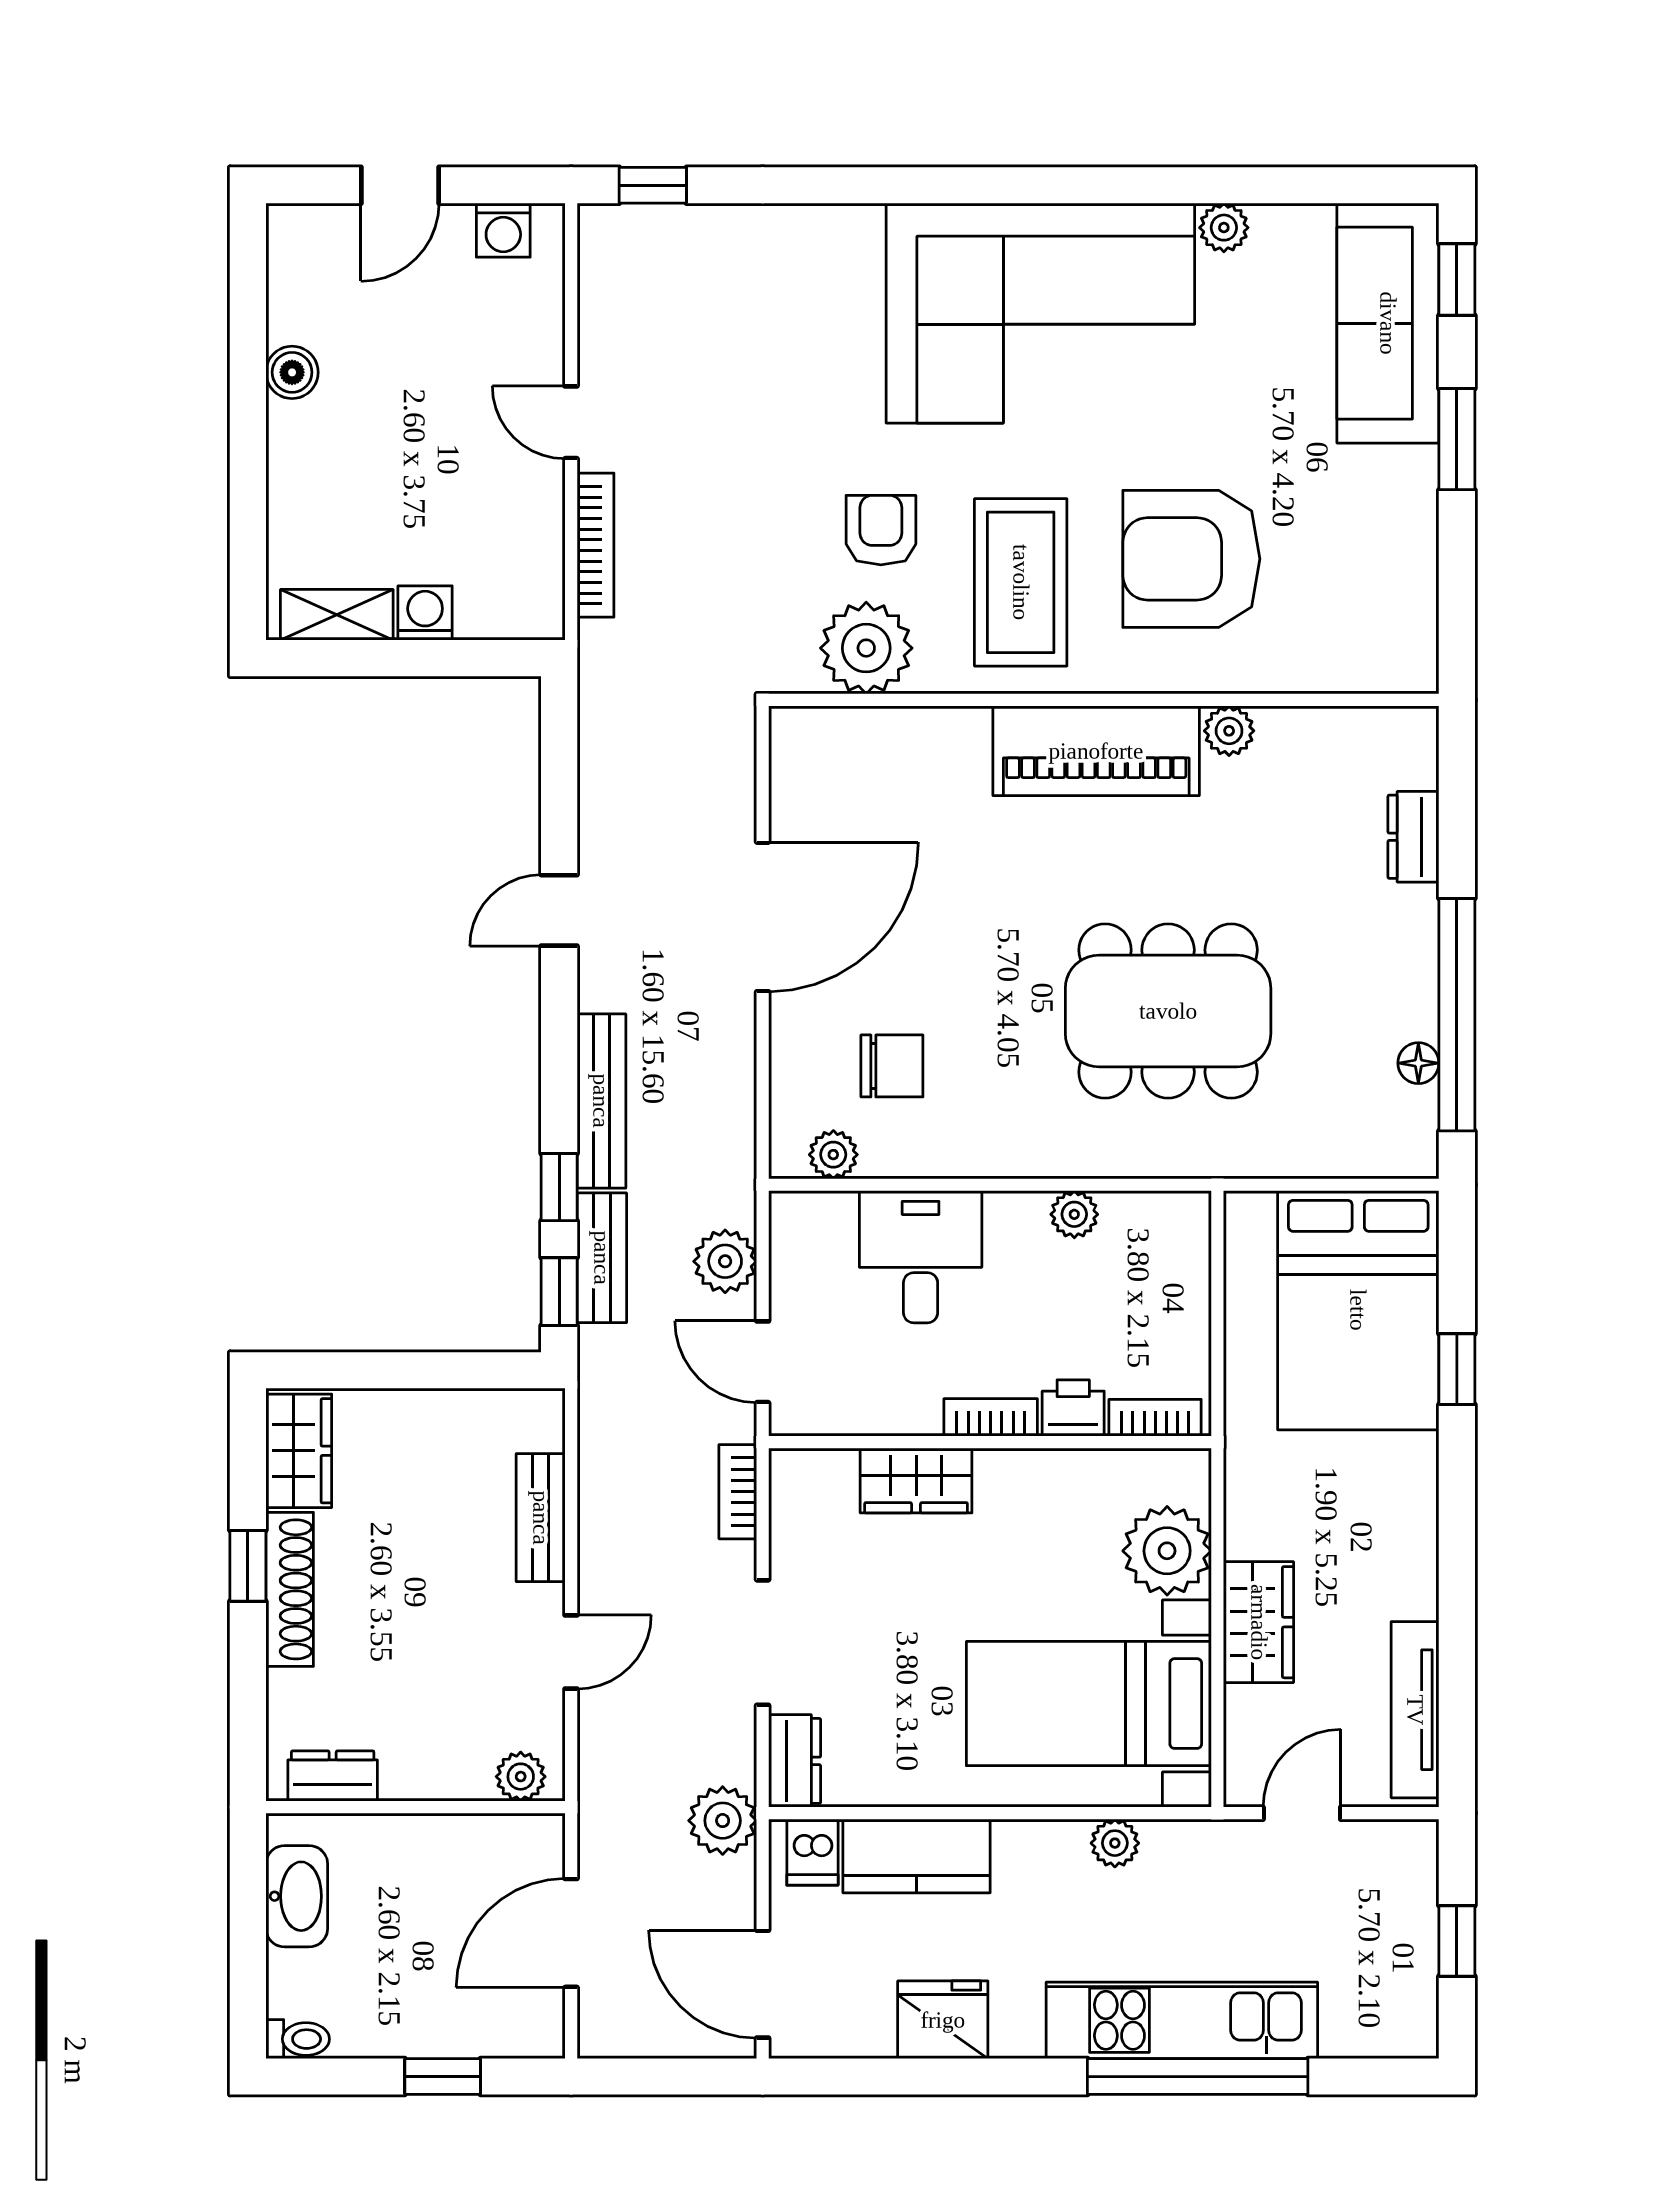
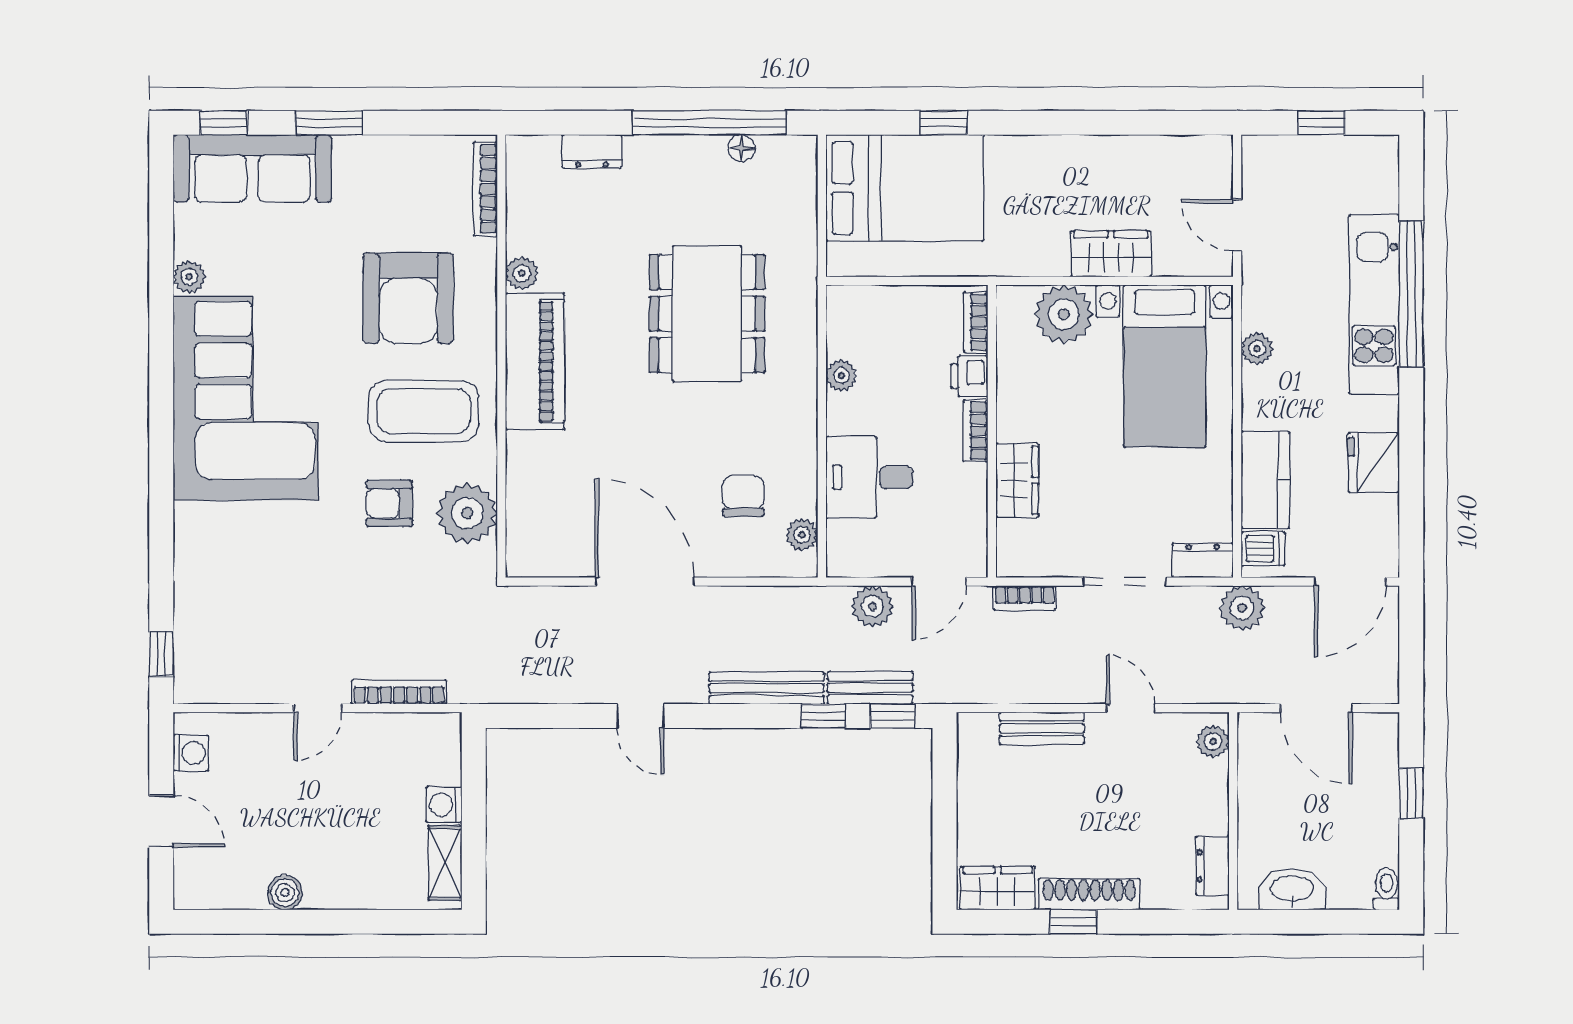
bookcase: (1357, 676) -> (485, 189), added
tv unit: (1415, 1710) -> (1169, 150), removed

